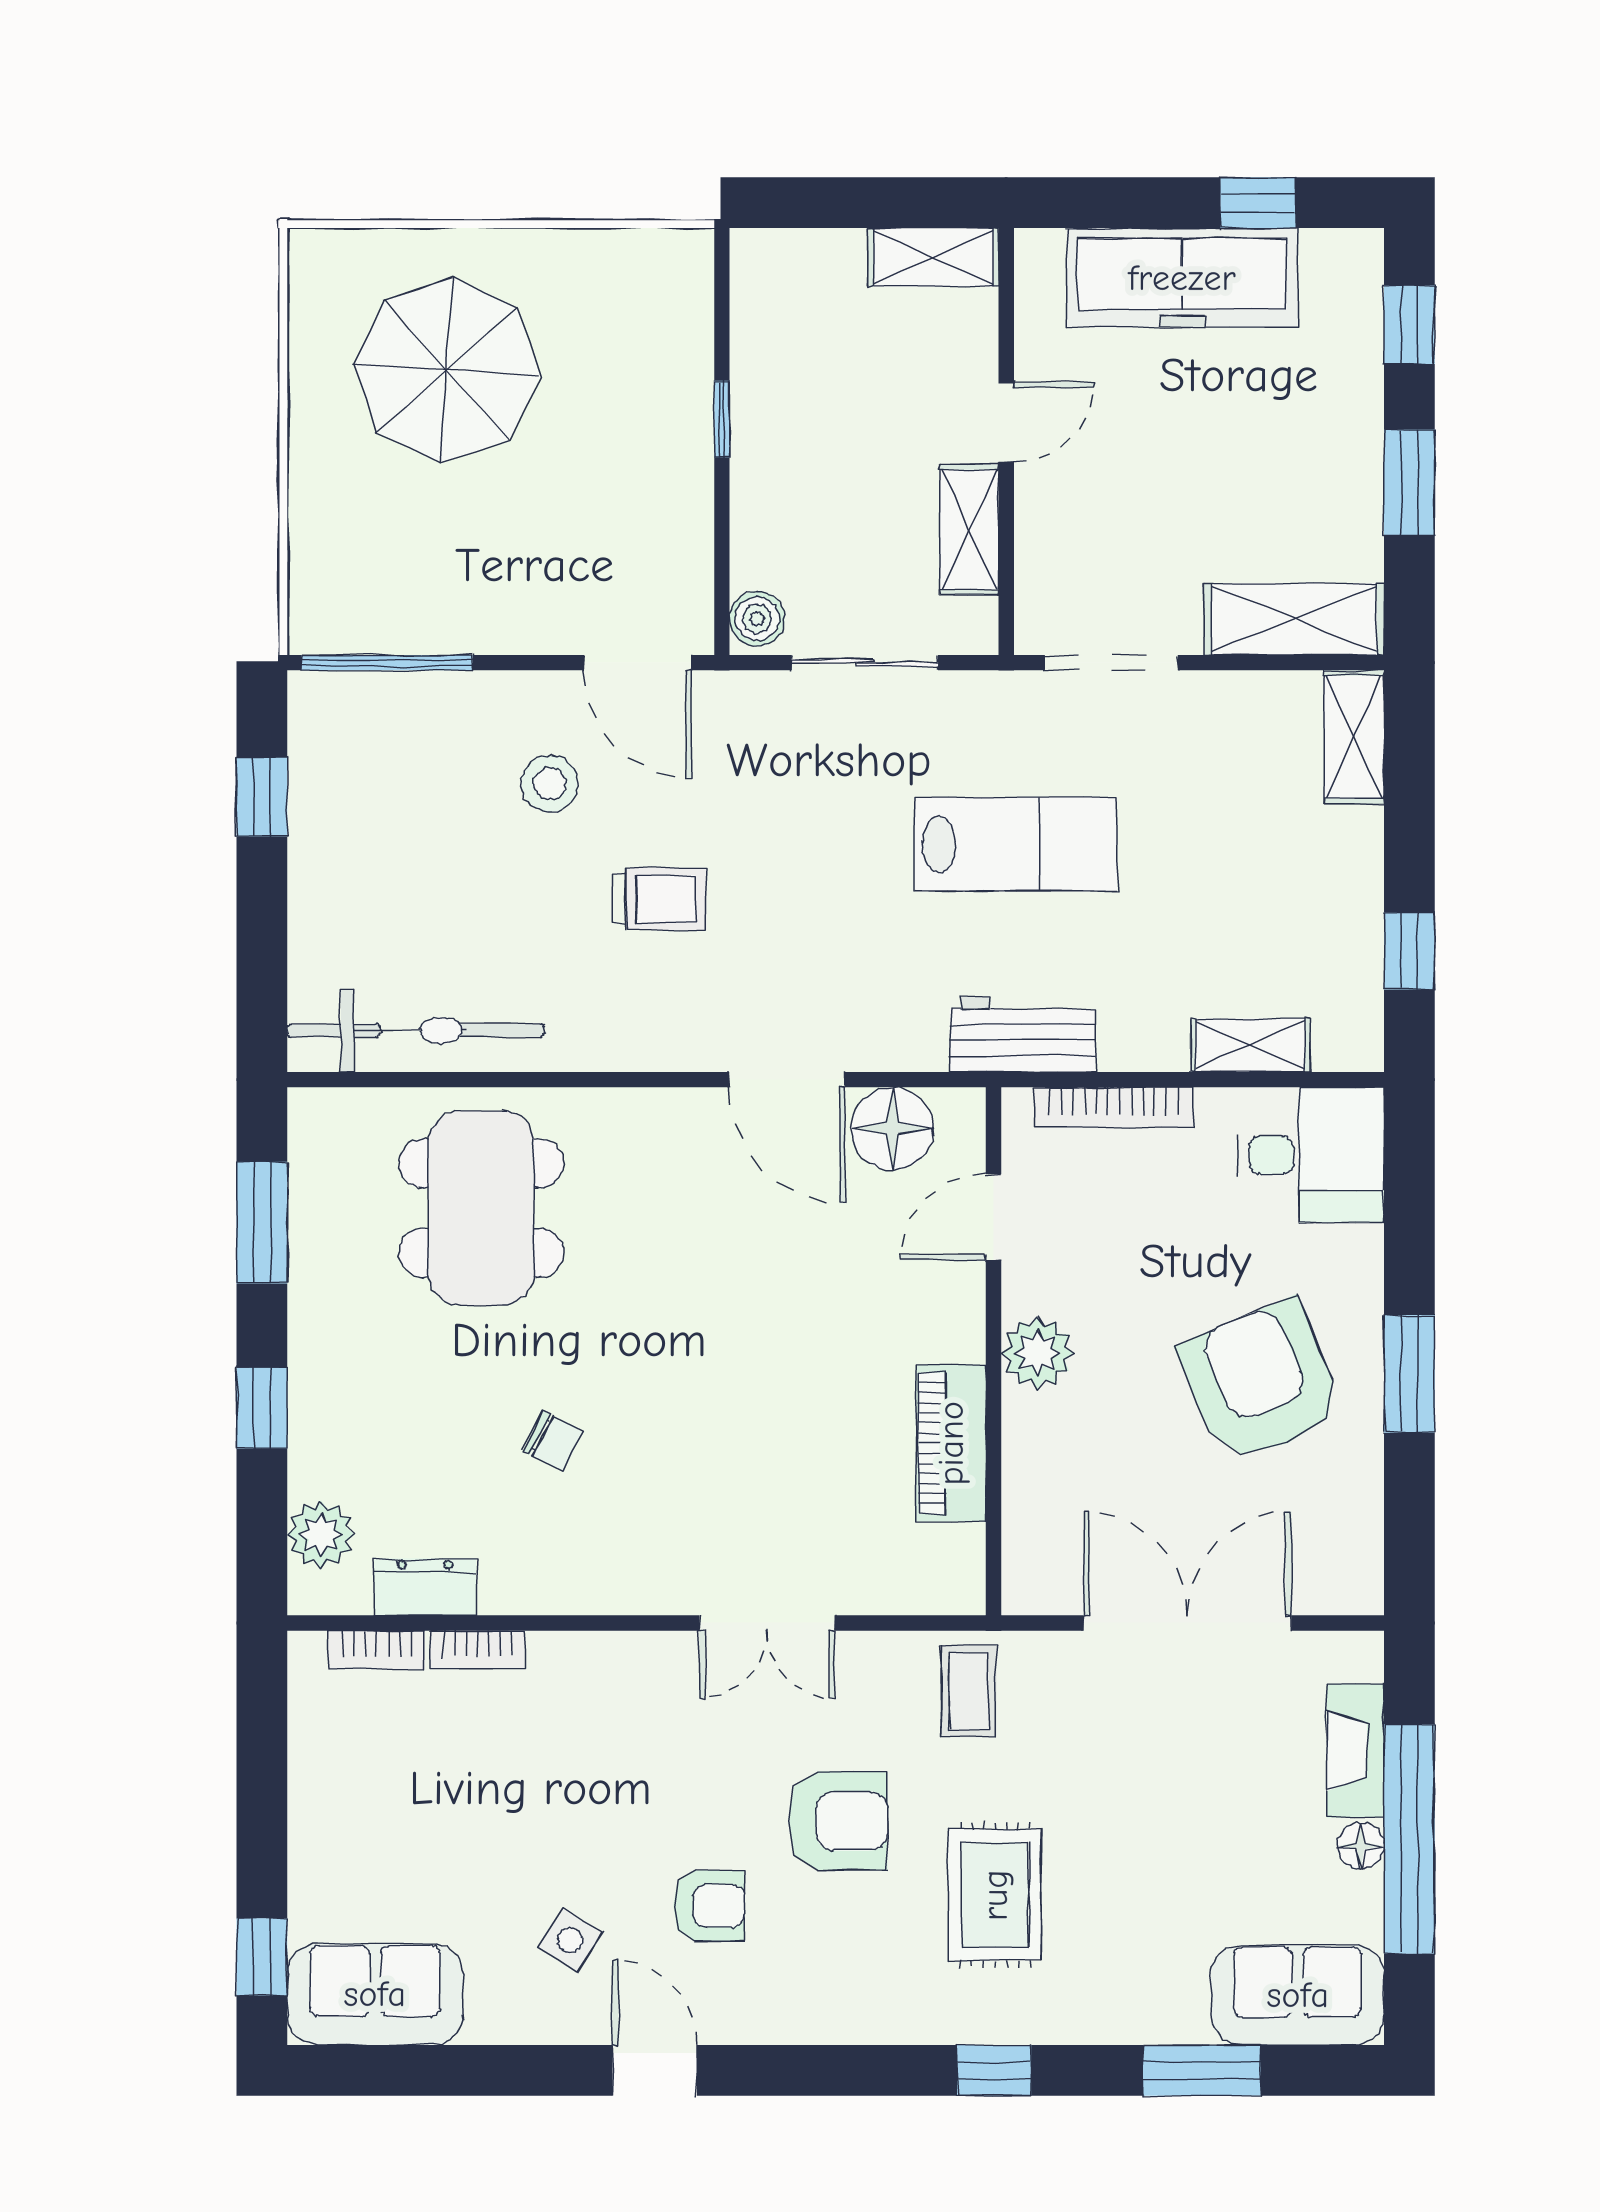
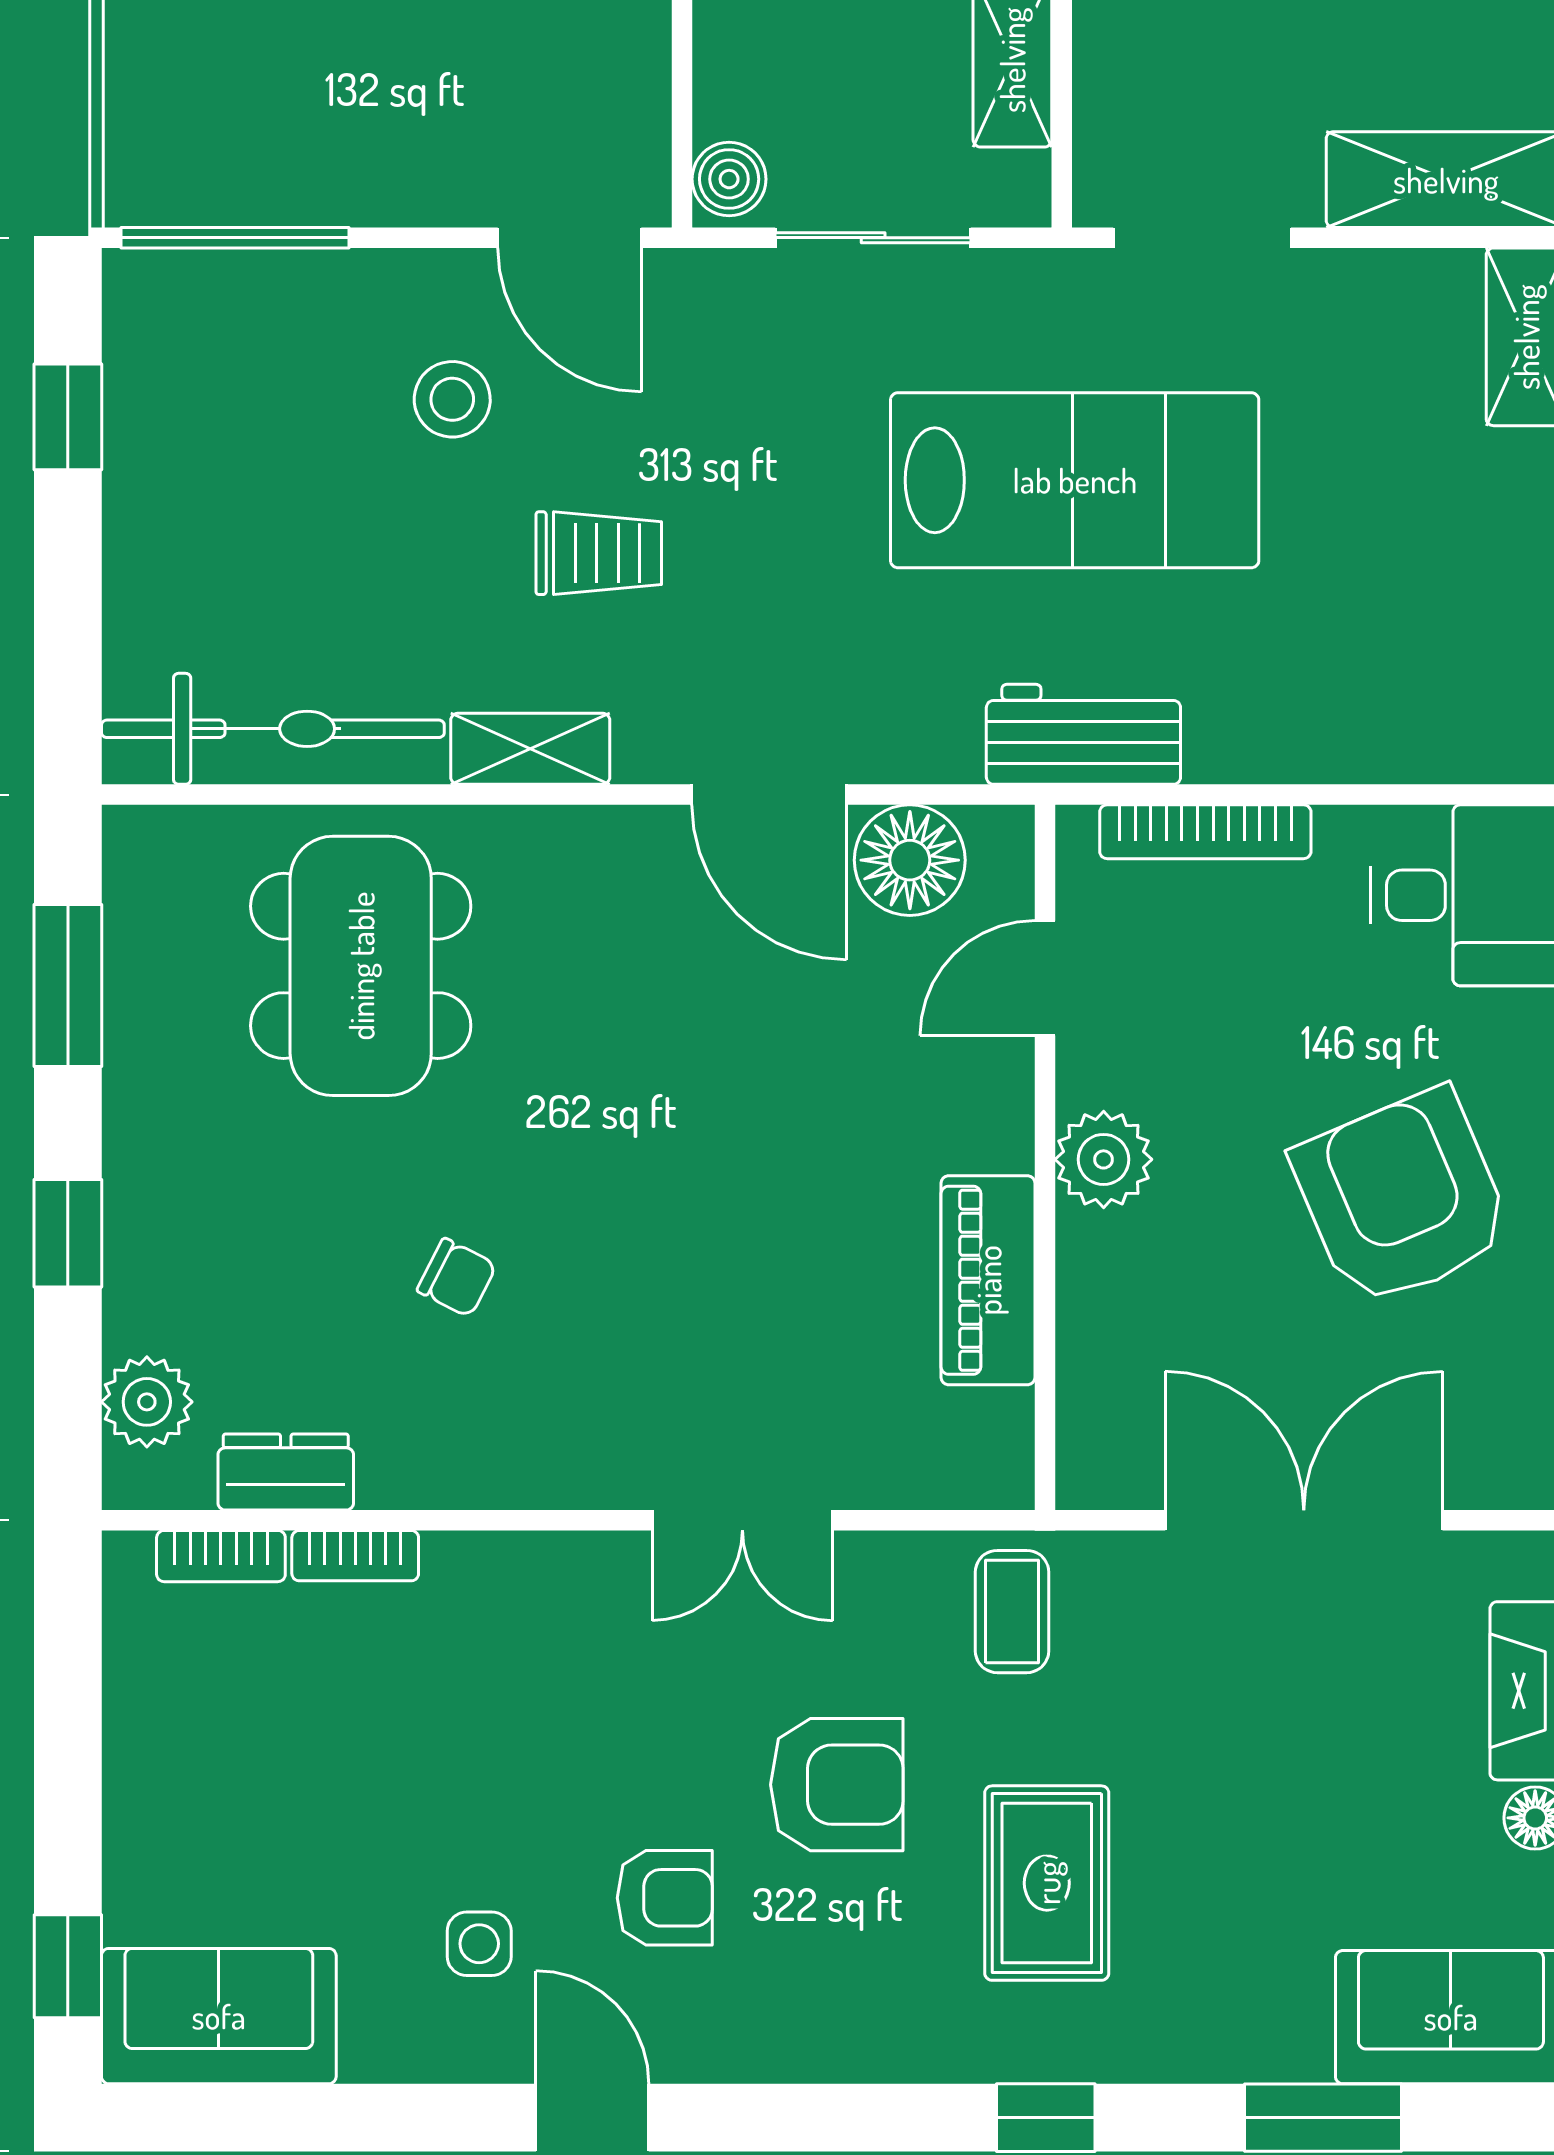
lab bench: (1016, 844) -> (1075, 480), width x1.36, depth x1.39
shelving: (1250, 1045) -> (530, 749), moved
side table: (570, 1940) -> (479, 1944), turned -32

